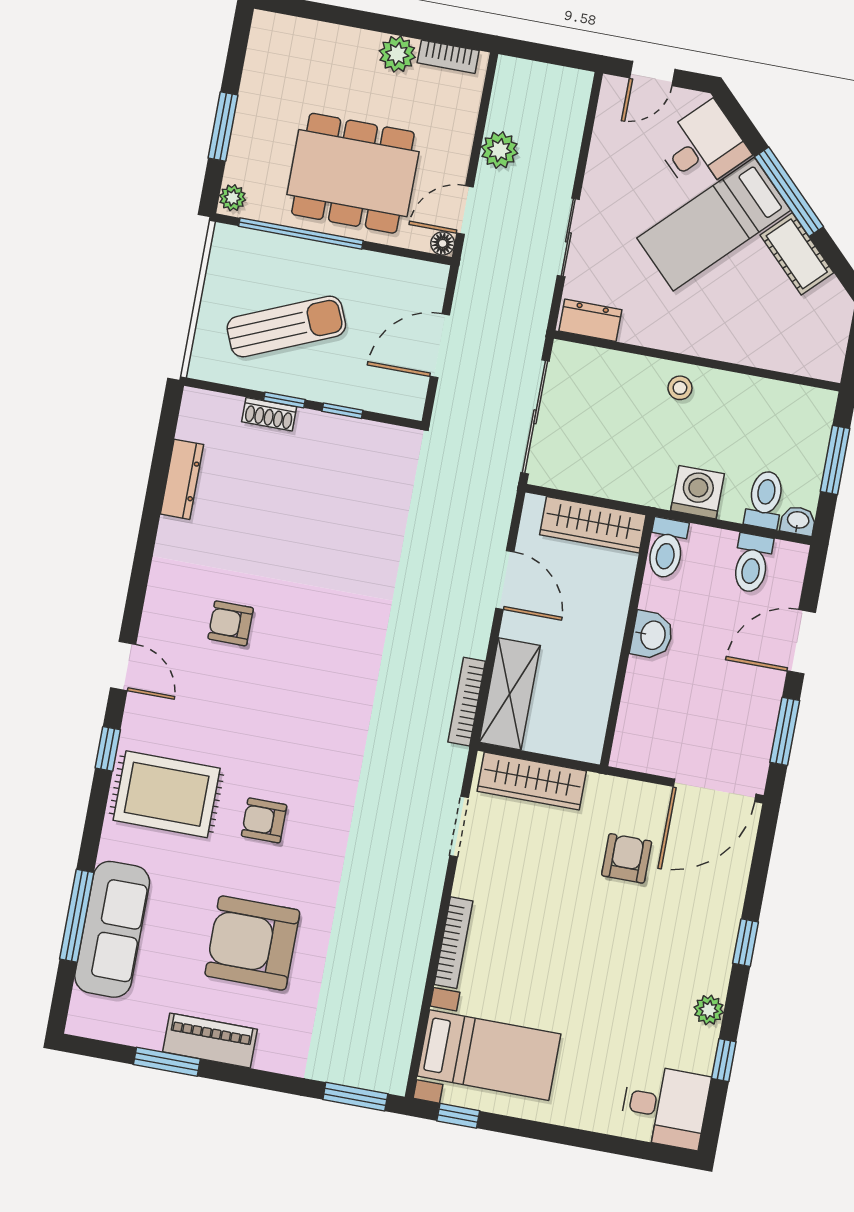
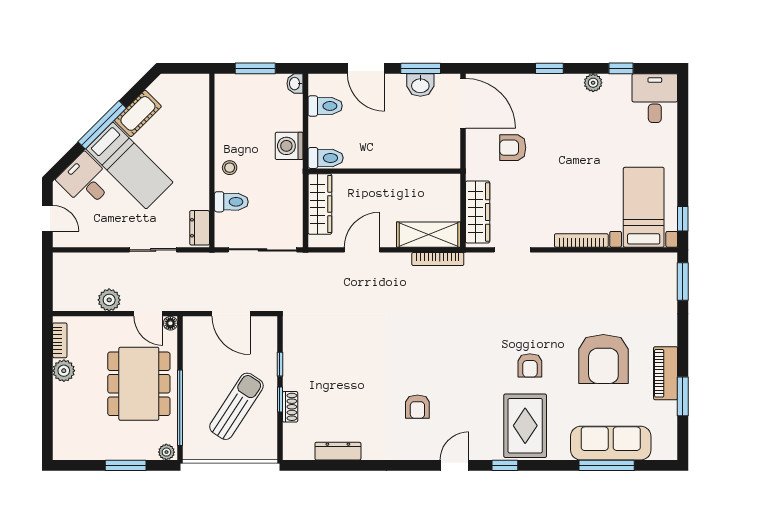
sun lounger: (286, 326) -> (236, 406), turned 56
toilet: (765, 500) -> (231, 202), moved, turned 180
washbasin: (652, 635) -> (420, 85), moved, turned 180

